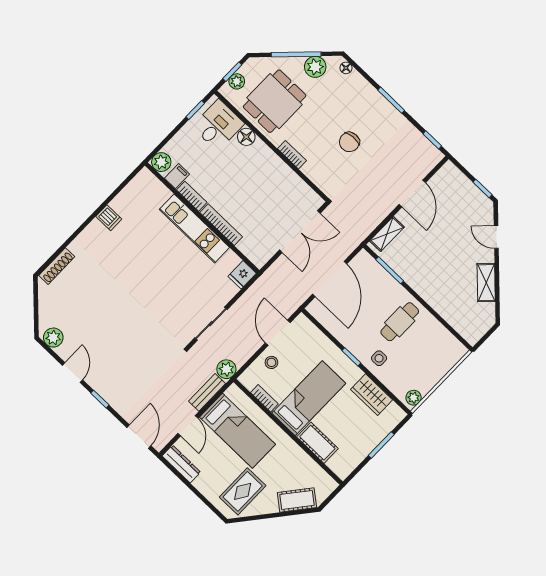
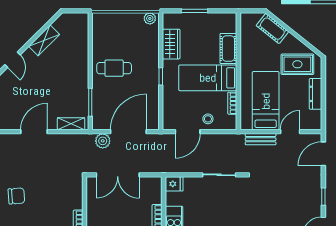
chair: (349, 142) -> (16, 196), moved
double door: (300, 232) -> (118, 175), swing flipped
side table: (379, 358) -> (146, 60), removed
plant: (226, 369) -> (103, 141), moved
dresser: (181, 464) -> (315, 94), moved

